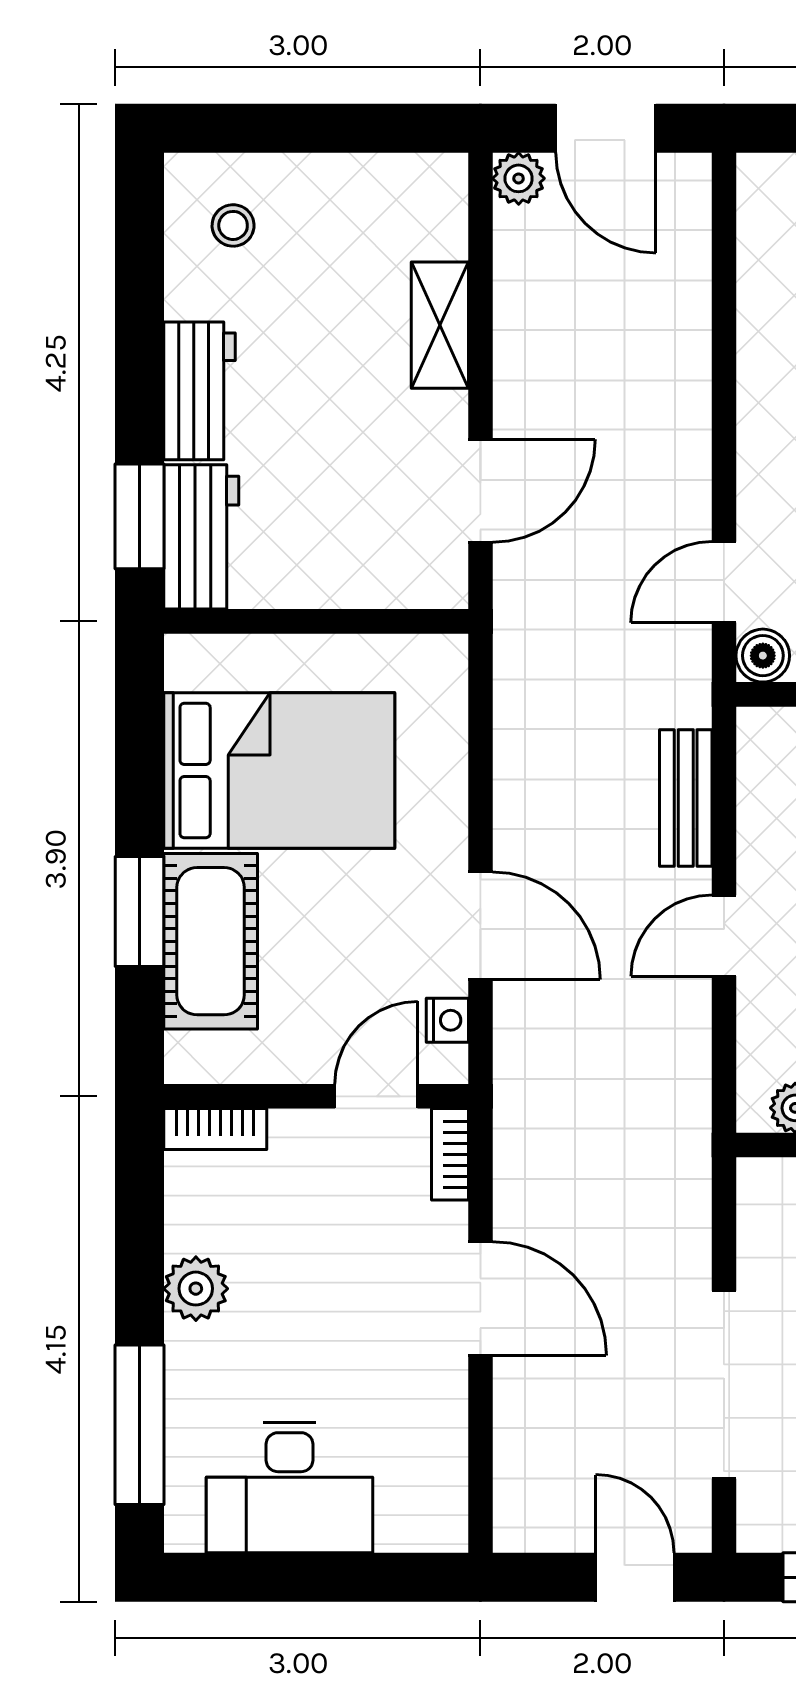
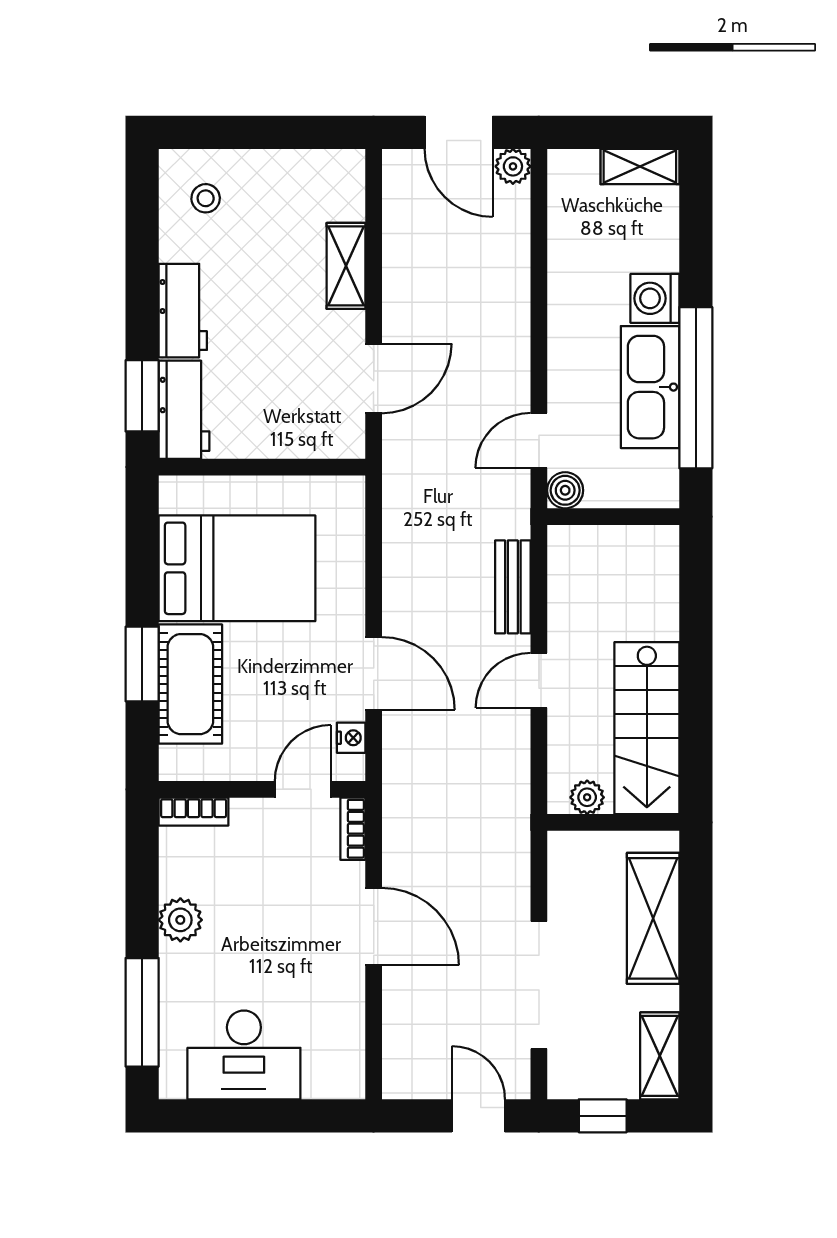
plant: (519, 178) -> (513, 166), moved

